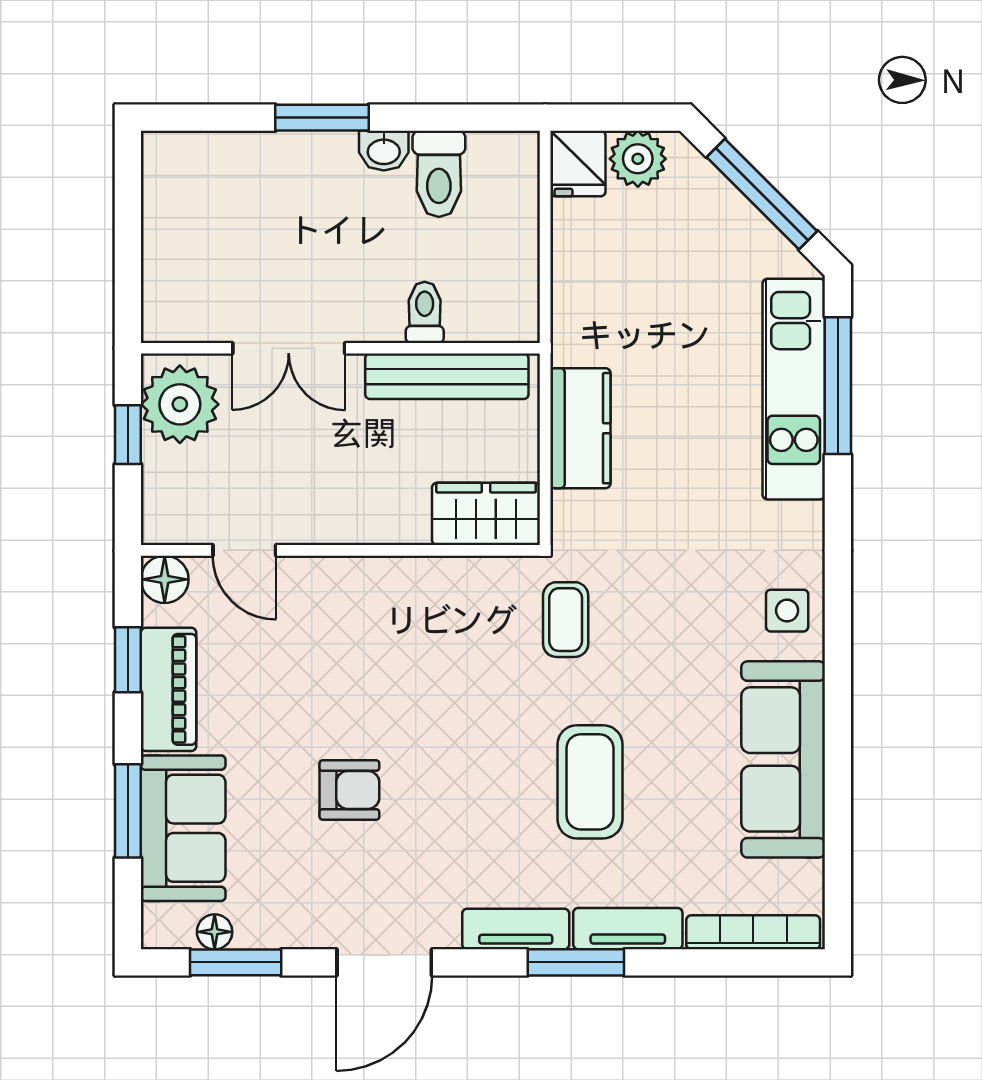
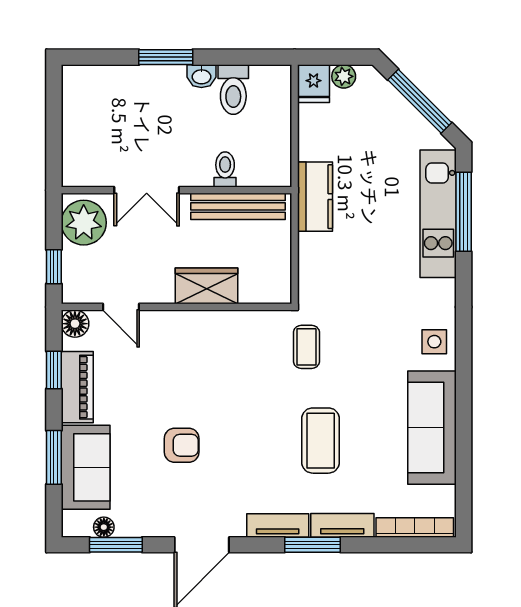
plant: (638, 159) -> (344, 76), width x0.73, depth x0.73
kitchen counter: (580, 428) -> (315, 197), moved
window: (128, 435) -> (54, 267), moved
wardrobe: (486, 514) -> (206, 286), moved

